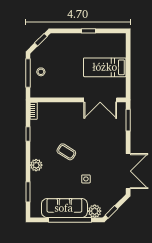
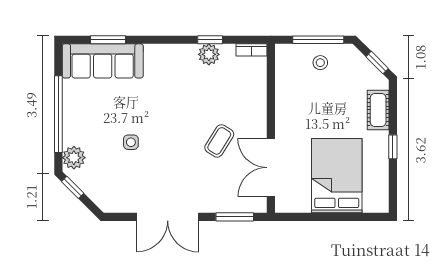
cot: (68, 39) -> (378, 110), added
bed: (105, 67) -> (337, 176), width x1.50
coffee table: (66, 152) -> (219, 141), moved
plant: (36, 165) -> (209, 54), moved
double door: (128, 171) -> (168, 217), moved
sofa: (64, 208) -> (103, 61), moved, turned 90

